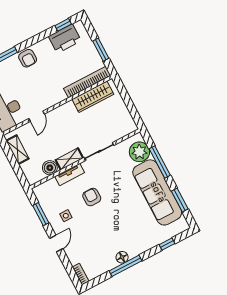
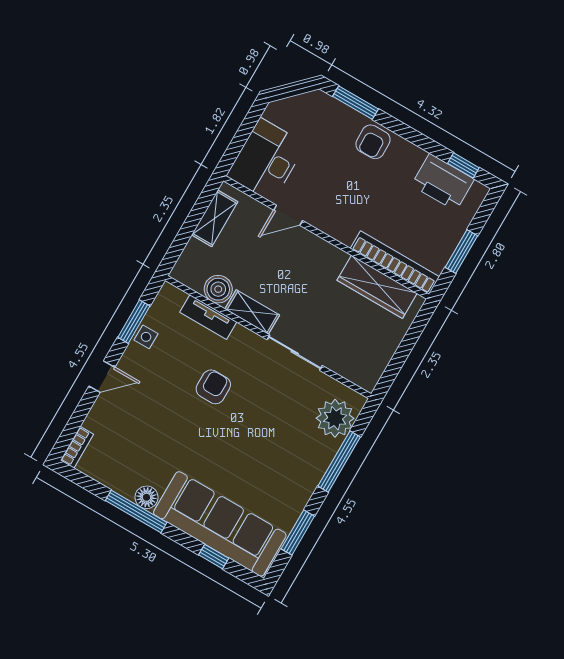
tv unit: (70, 175) -> (208, 317), moved
sofa: (157, 192) -> (220, 524), moved, turned 90
side table: (66, 216) -> (146, 337), moved

